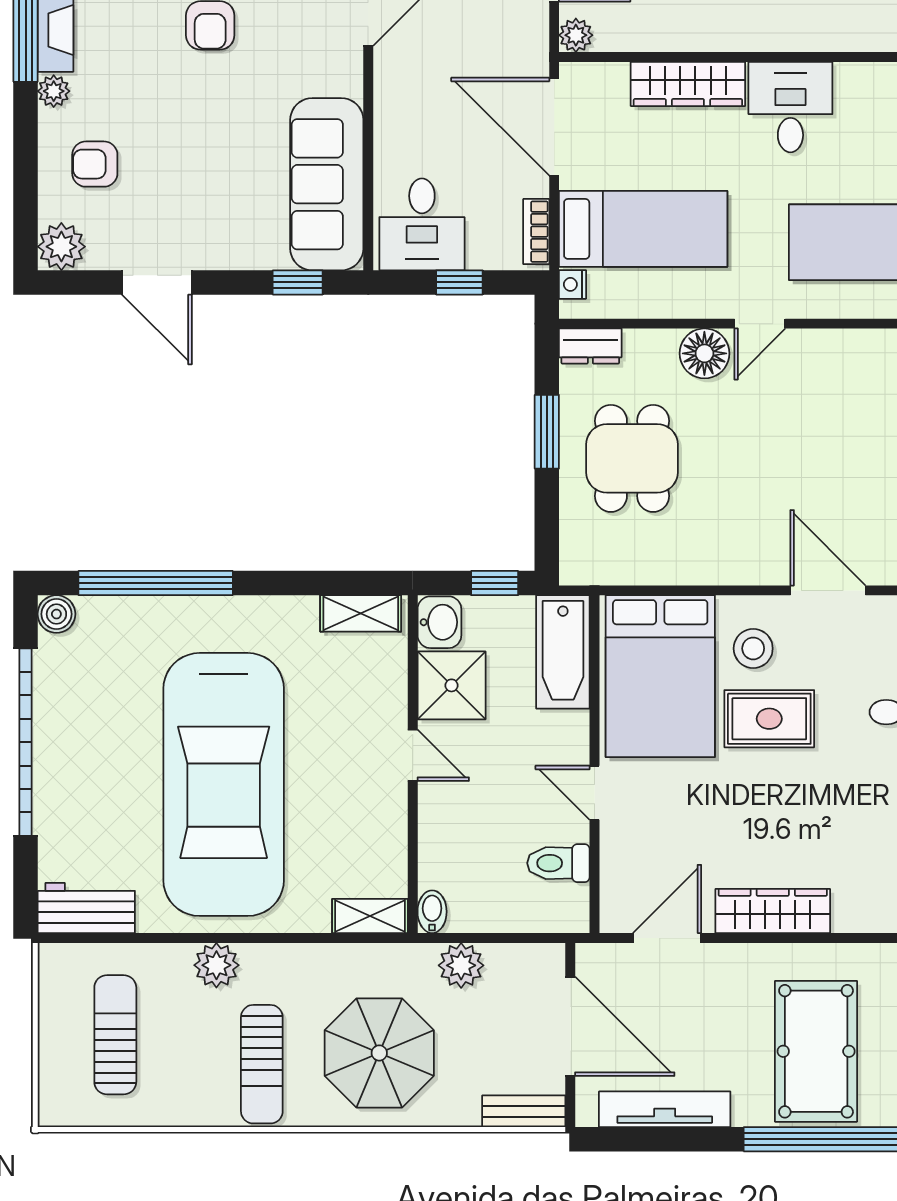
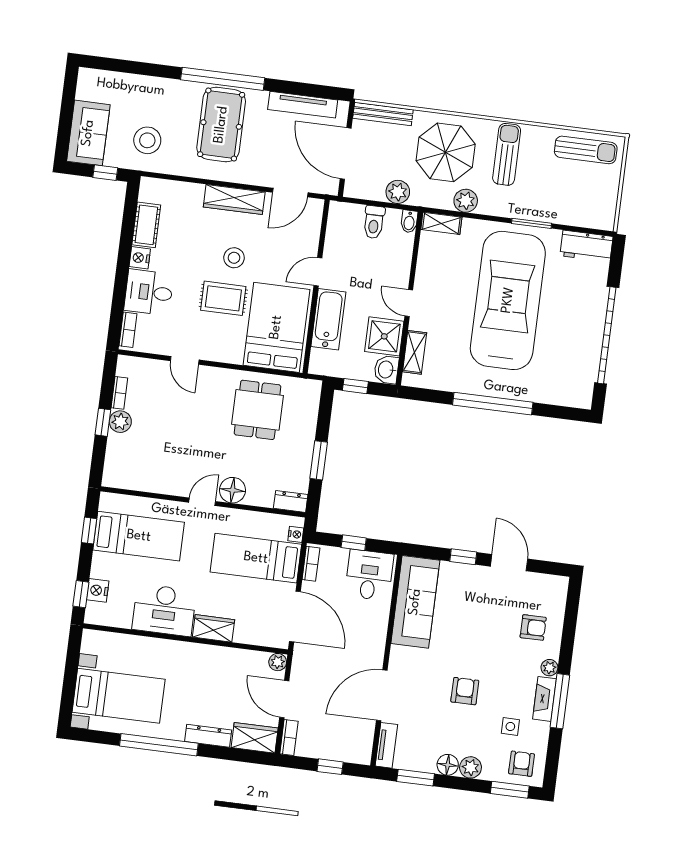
wardrobe: (688, 84) -> (213, 628), width x0.67
desk: (790, 107) -> (164, 610), width x1.37
plant: (61, 247) -> (556, 587), removed
window: (298, 282) -> (463, 557), moved
dining table: (632, 458) -> (257, 410), moved
window: (156, 583) -> (493, 404), moved
door: (828, 590) -> (185, 360), width x0.73
shelving: (361, 613) -> (415, 352), moved, turned 90
boiler: (56, 614) -> (582, 399), removed
stool: (753, 648) -> (234, 258), moved
bathtub: (563, 652) -> (328, 319), moved
door: (595, 793) -> (318, 272), swing flipped
toilet: (558, 863) -> (374, 222), moved, turned 90
window: (197, 938) -> (531, 223), added
plant: (216, 965) -> (466, 201), moved
sun lounger: (115, 1035) -> (586, 150), moved, turned -90
bench: (524, 1111) -> (383, 114), width x1.36

